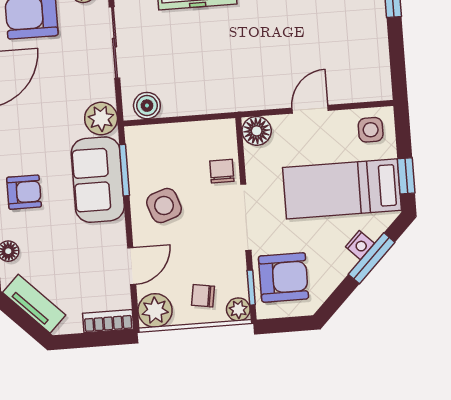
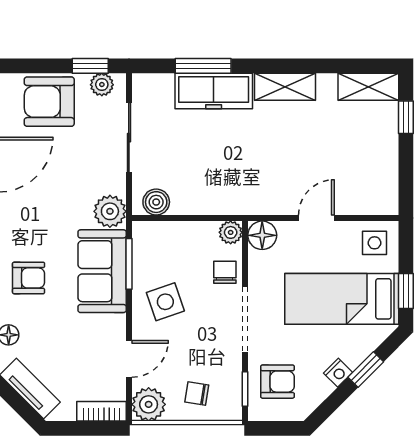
nightstand: (360, 245) -> (338, 373), moved
window: (372, 258) -> (366, 369), width x0.67
armchair: (283, 277) -> (278, 382), width x0.72, depth x0.72
plant: (238, 309) -> (231, 232), moved

